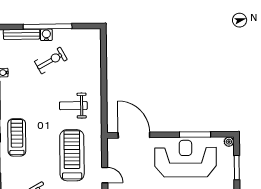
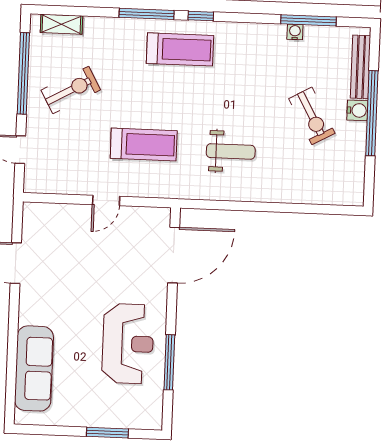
weight bench: (73, 106) -> (231, 151), turned 90
plant: (229, 142) -> (154, 421), removed
treadmill: (72, 155) -> (144, 145), width x0.73, depth x0.73
reception desk: (186, 159) -> (128, 344), width x0.74, depth x0.77

